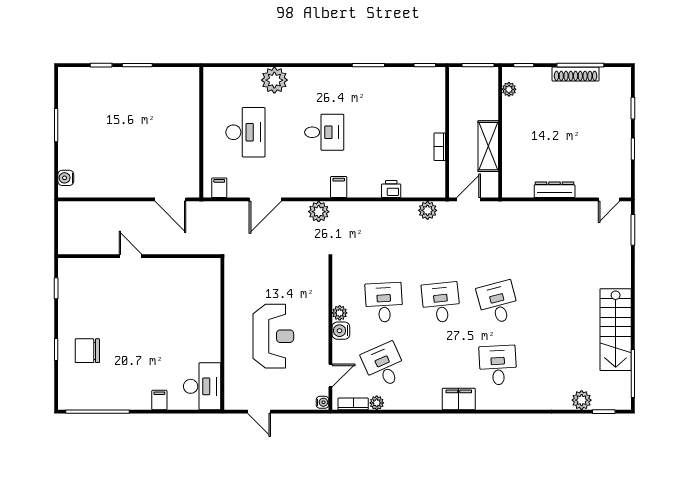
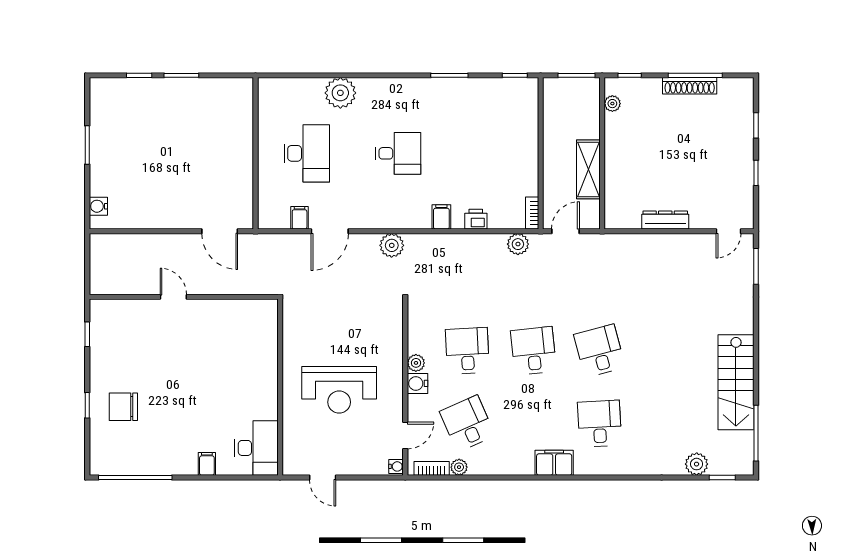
bookcase: (440, 147) -> (532, 213), moved
filing cabinet: (339, 187) -> (441, 217), moved
filing cabinet: (219, 188) -> (300, 218), moved
reception desk: (273, 336) -> (339, 390), turned 90

